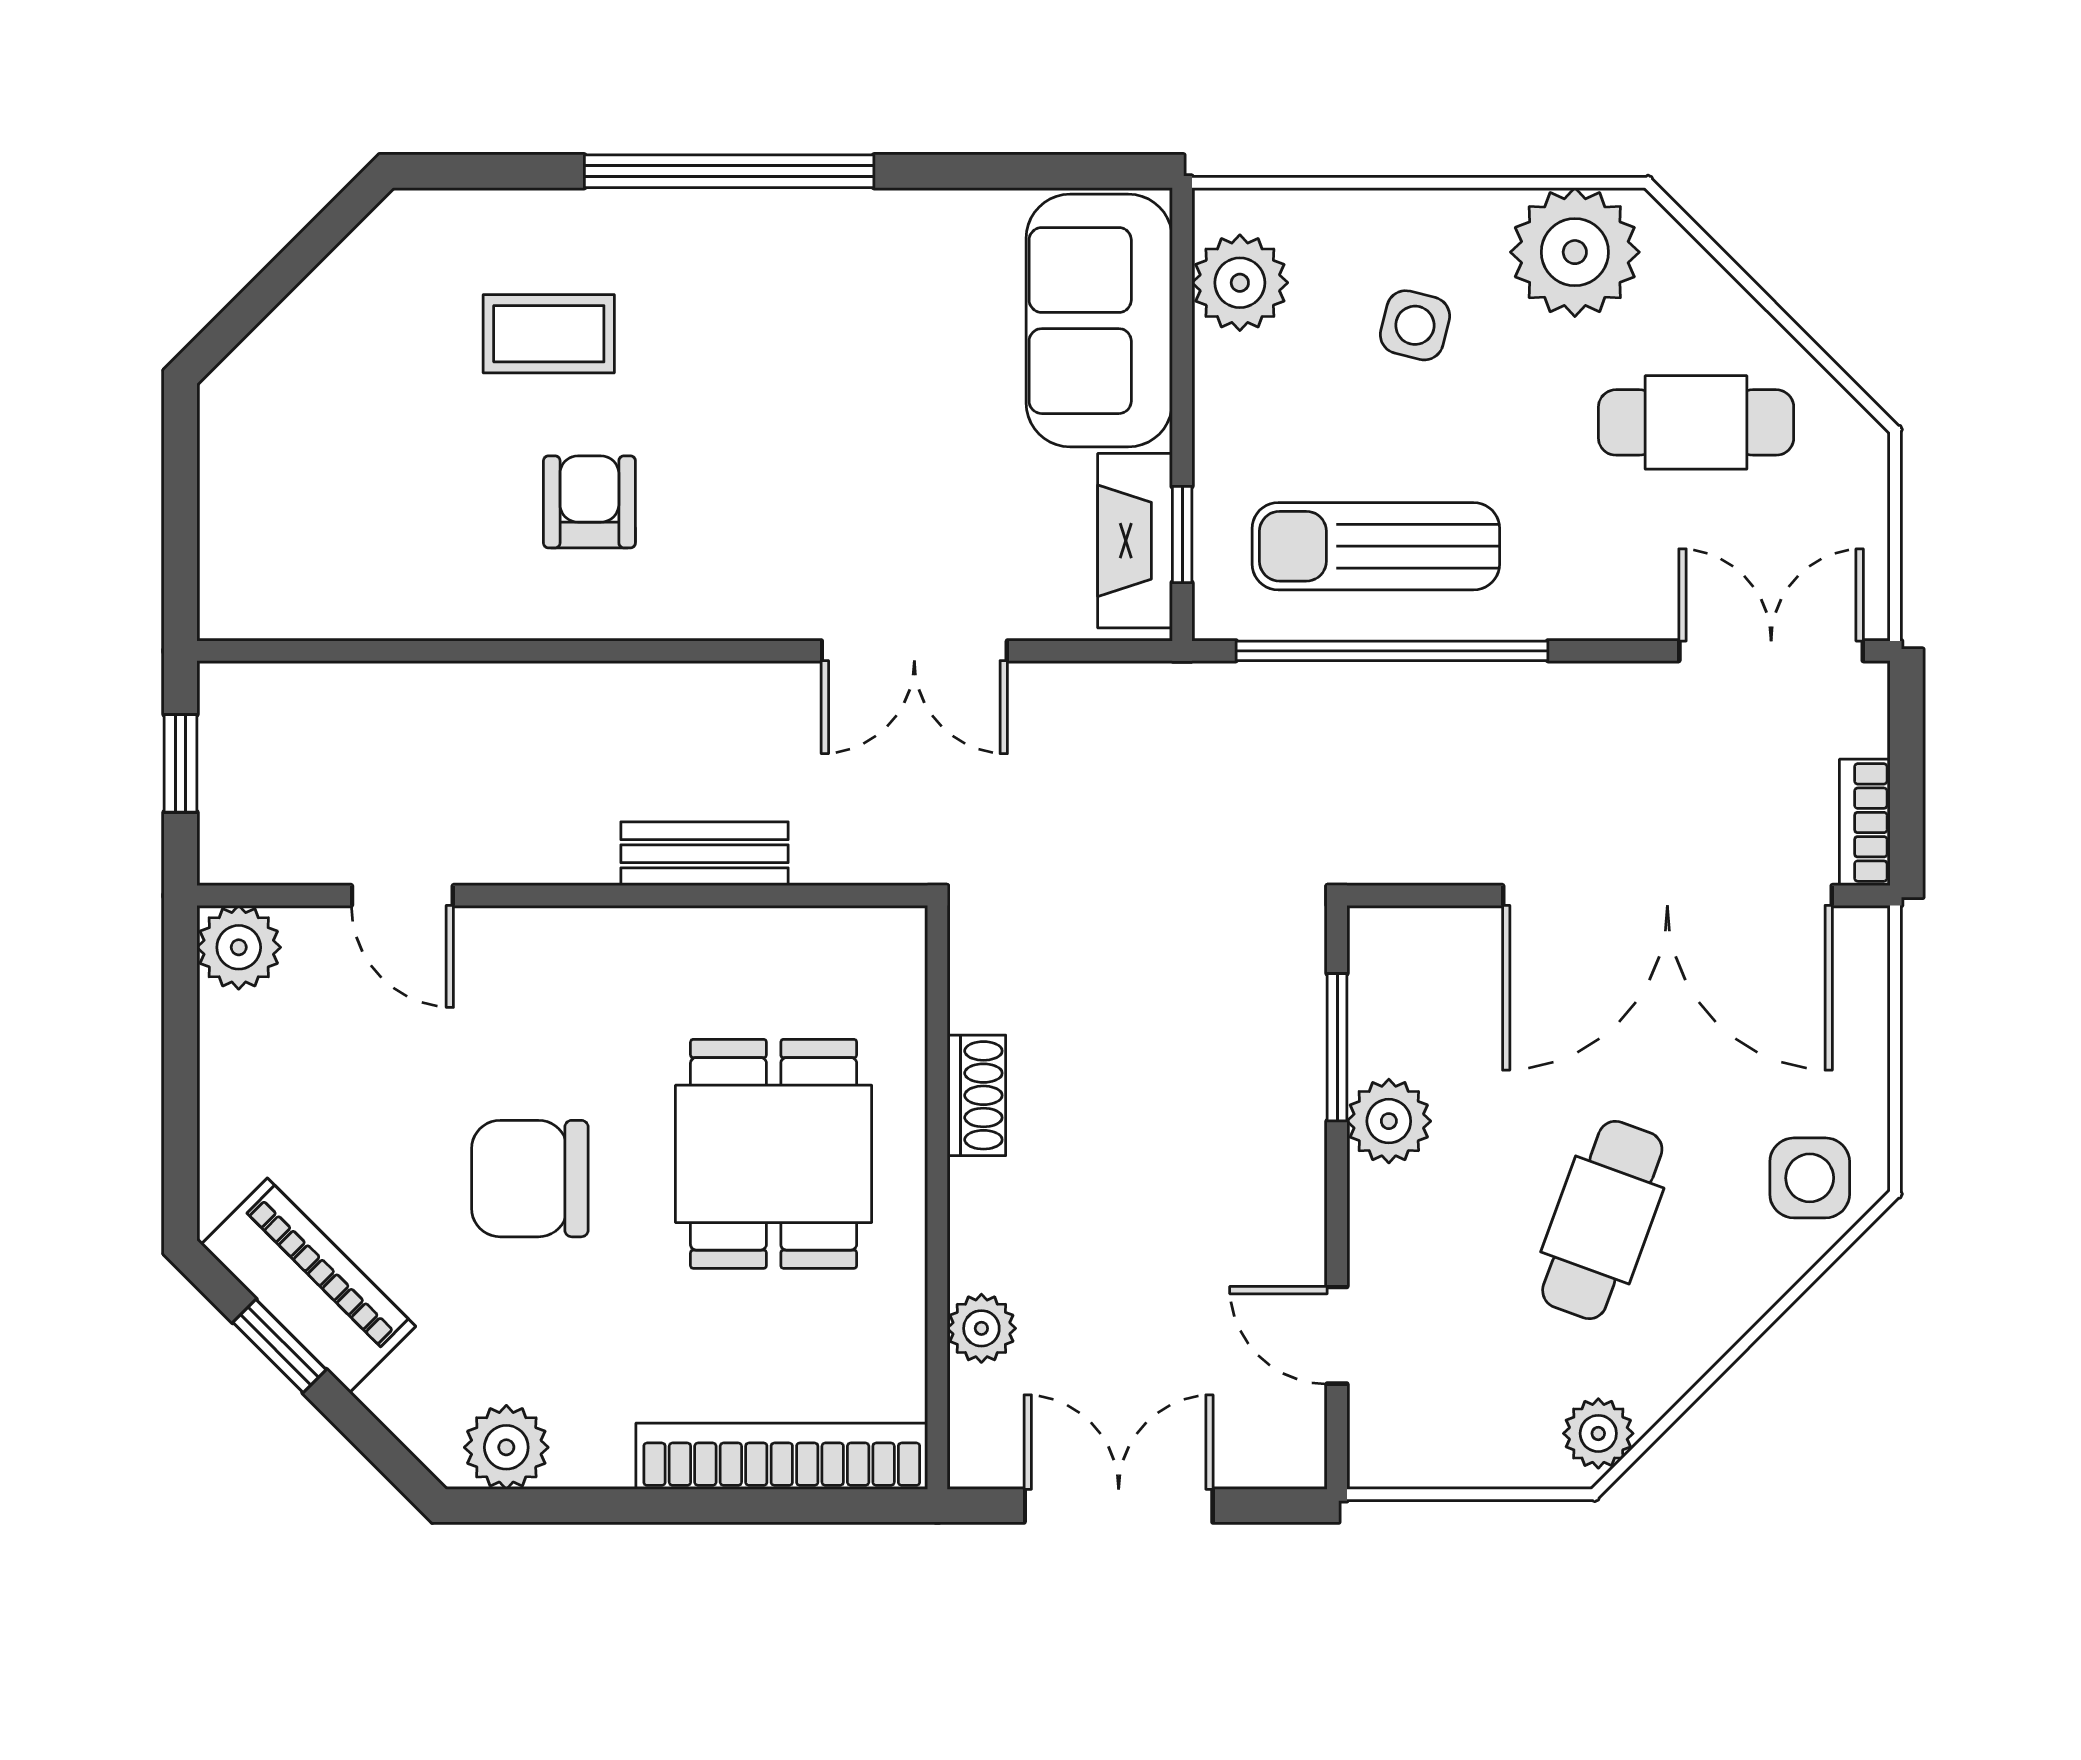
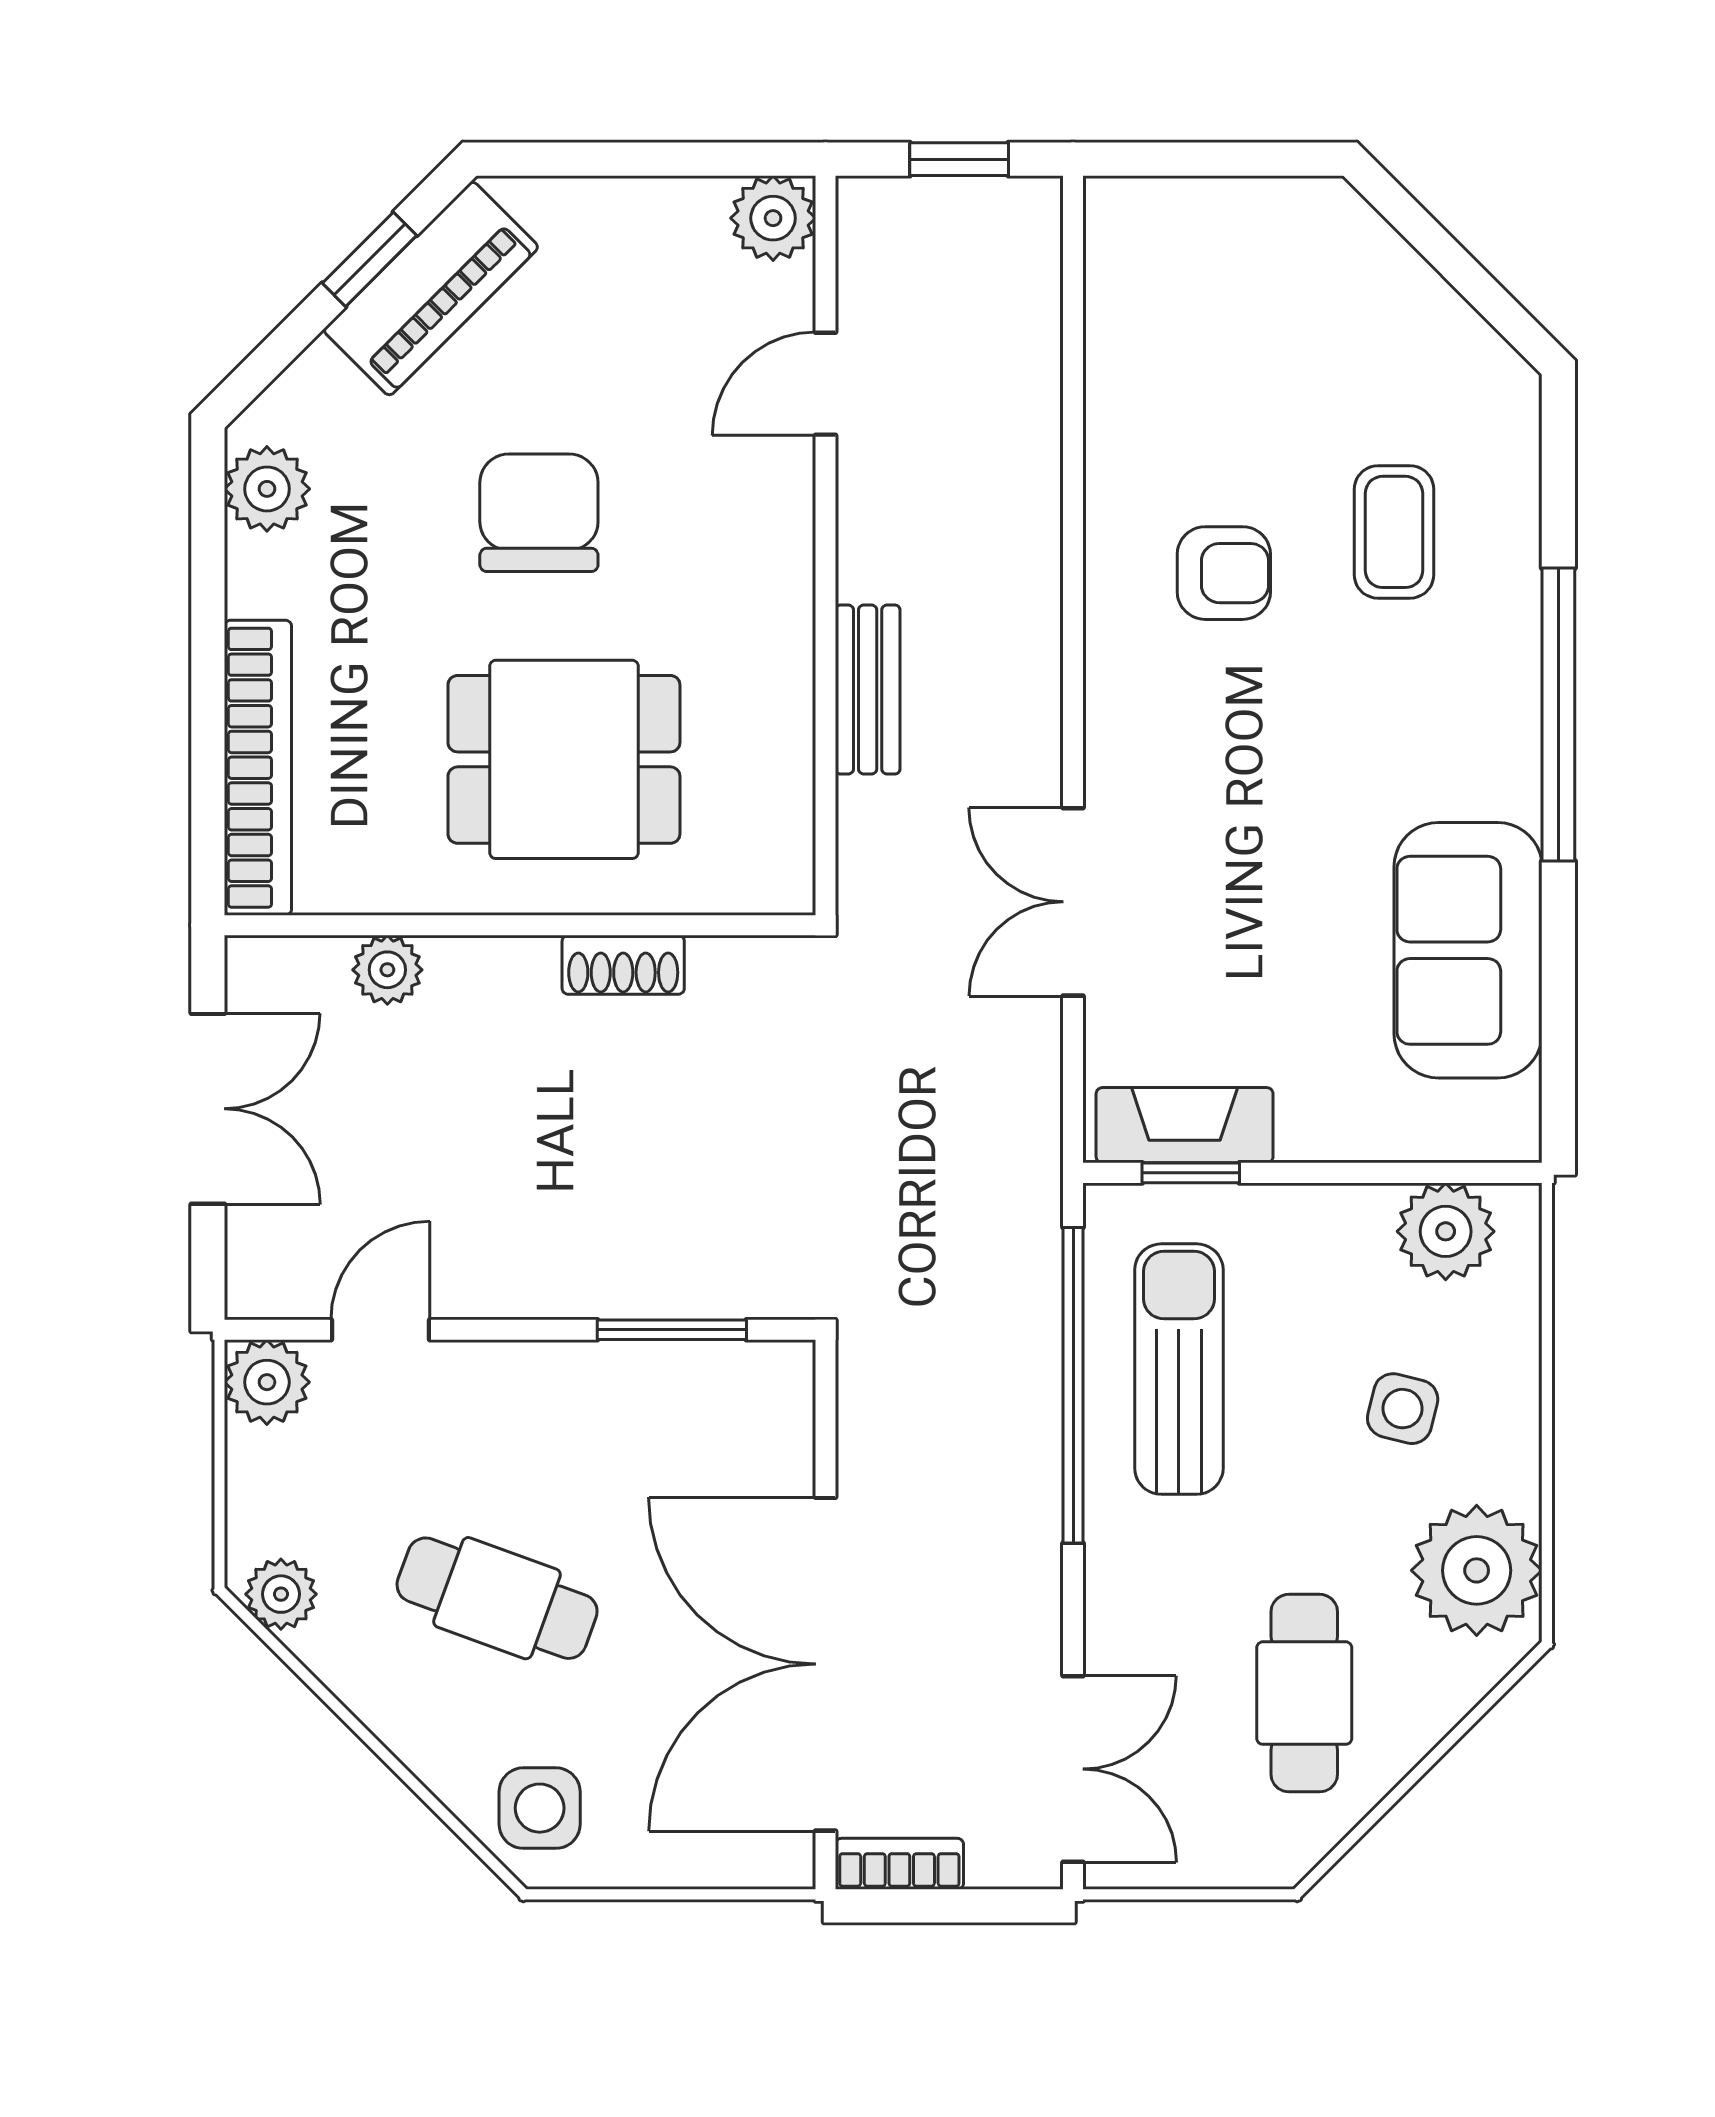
sofa: (1099, 321) -> (1468, 950), moved, turned -90
plant: (1389, 1121) -> (267, 1382), moved

